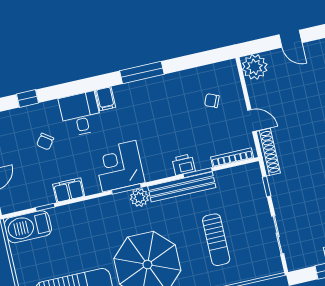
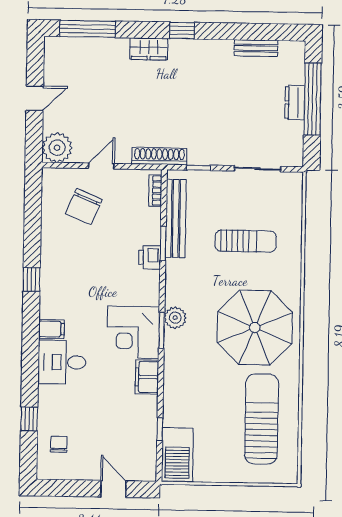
window: (142, 73) -> (32, 279), width x0.46
chair: (212, 101) -> (84, 207), width x1.87, depth x1.87
door: (252, 121) -> (101, 166), moved
chair: (45, 142) -> (59, 444), moved, turned -126
bookcase: (232, 157) -> (155, 191), width x0.64
bench: (182, 187) -> (176, 218), moved
filing cabinet: (69, 190) -> (147, 377), moved

